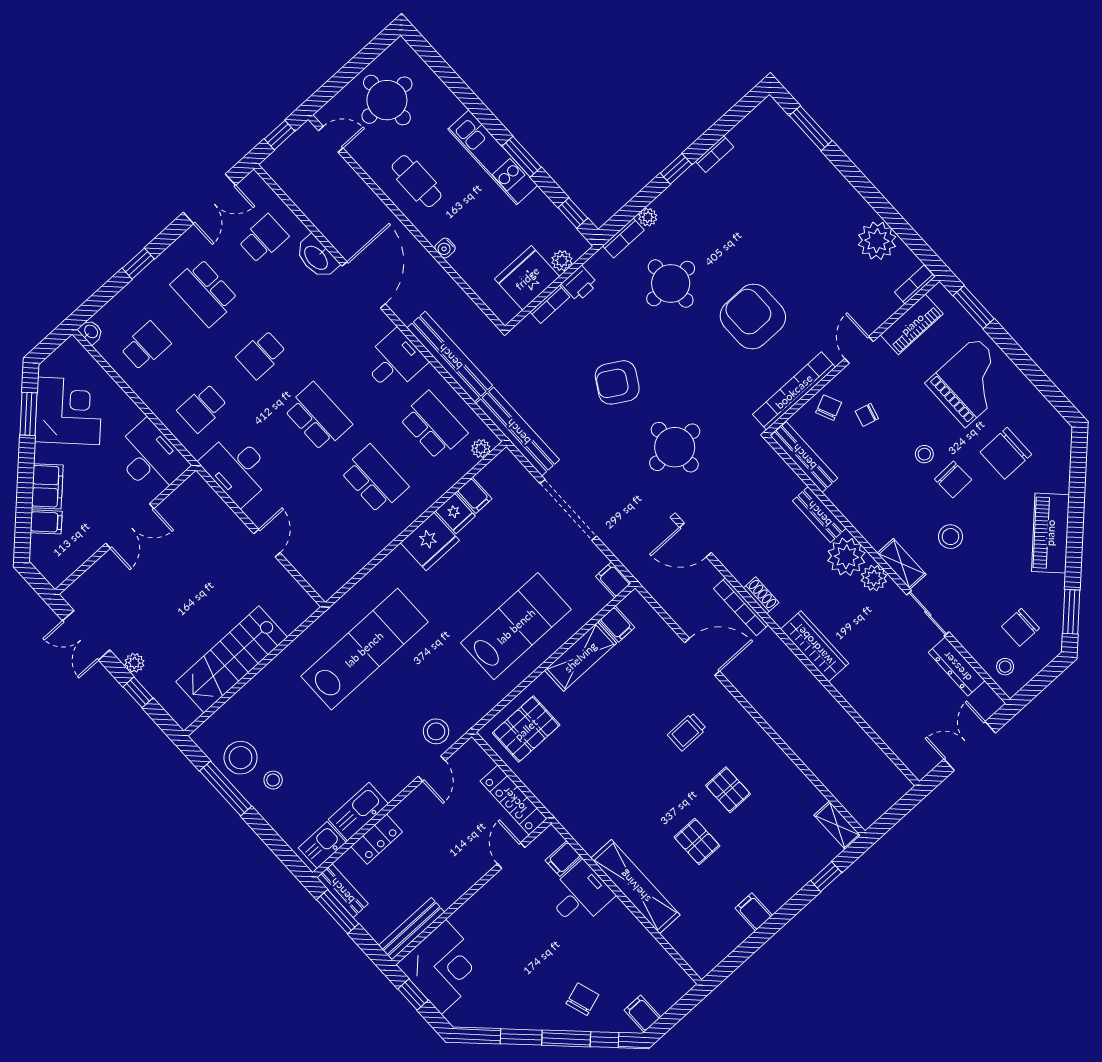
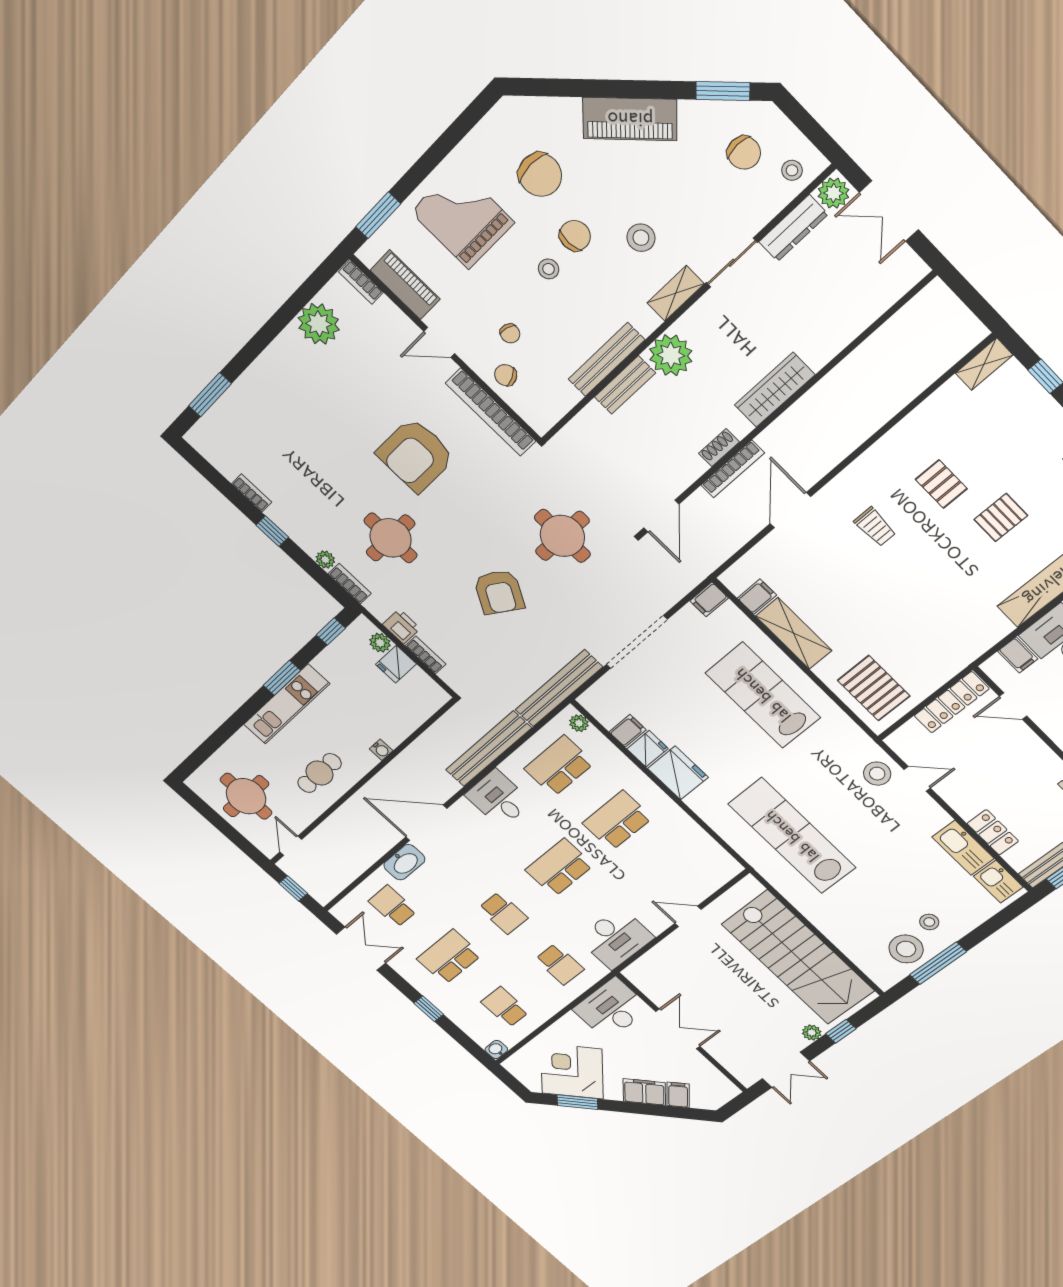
fridge: (527, 278) -> (396, 664), width x0.53, depth x0.75
school desk: (205, 292) -> (449, 957), turned 180
bench: (804, 457) -> (606, 360), moved
plant: (874, 578) -> (834, 193), moved
stairs: (232, 659) -> (798, 958), width x1.36, depth x1.51
pallet: (728, 790) -> (941, 484), turned 90

